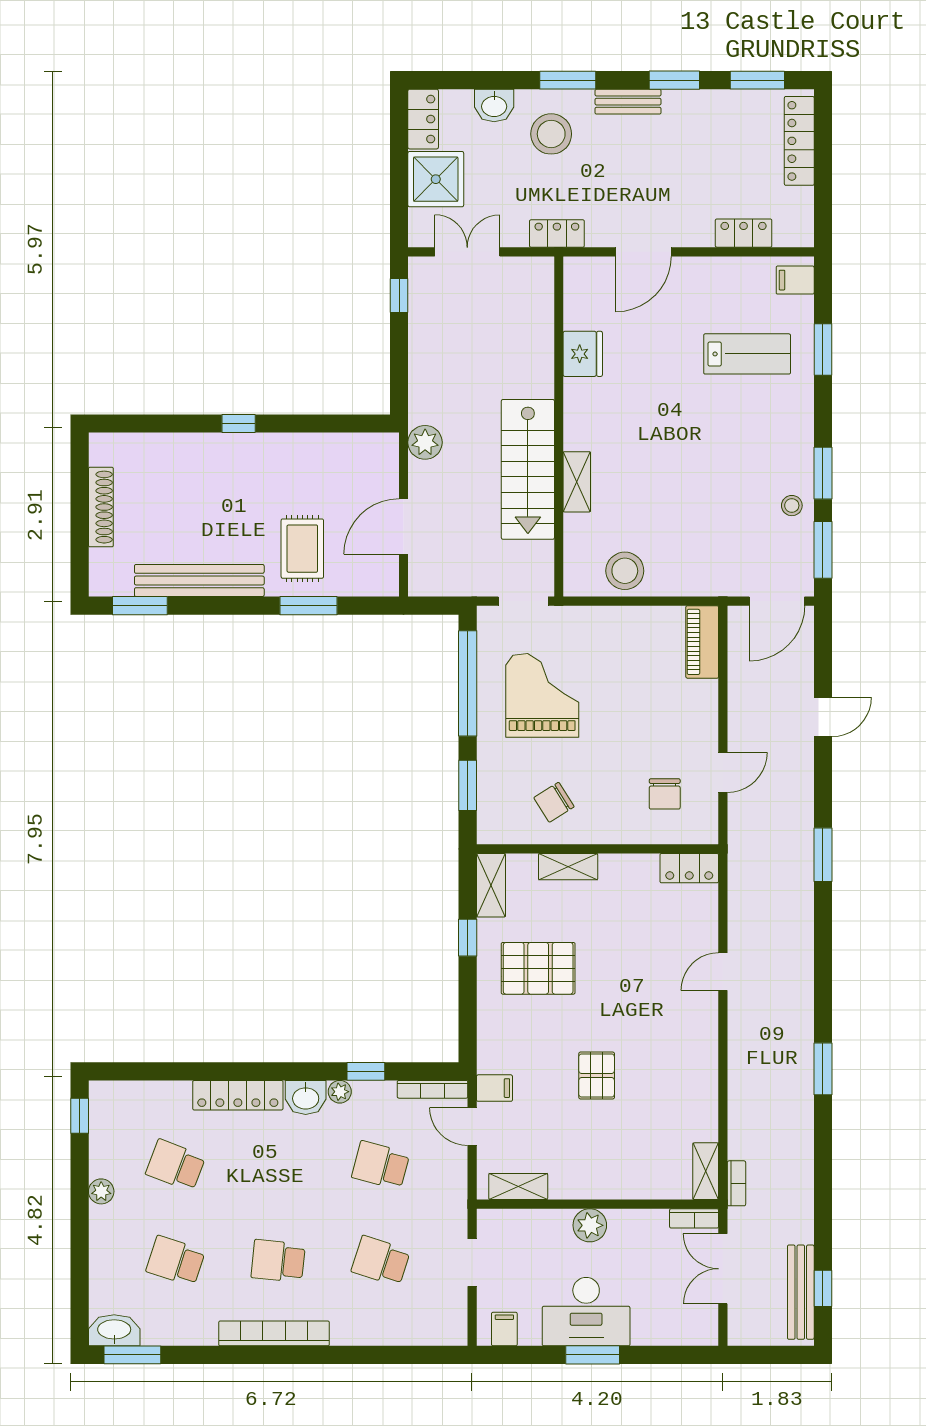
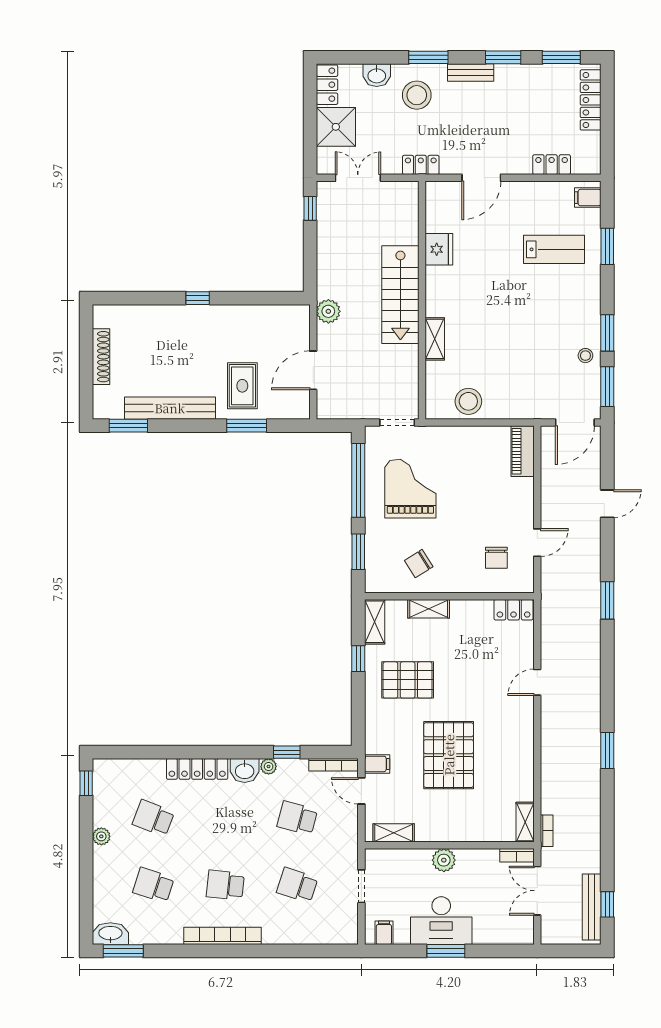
stairs: (528, 469) -> (400, 295), moved
pallet: (597, 1076) -> (449, 755), width x2.05, depth x2.00

